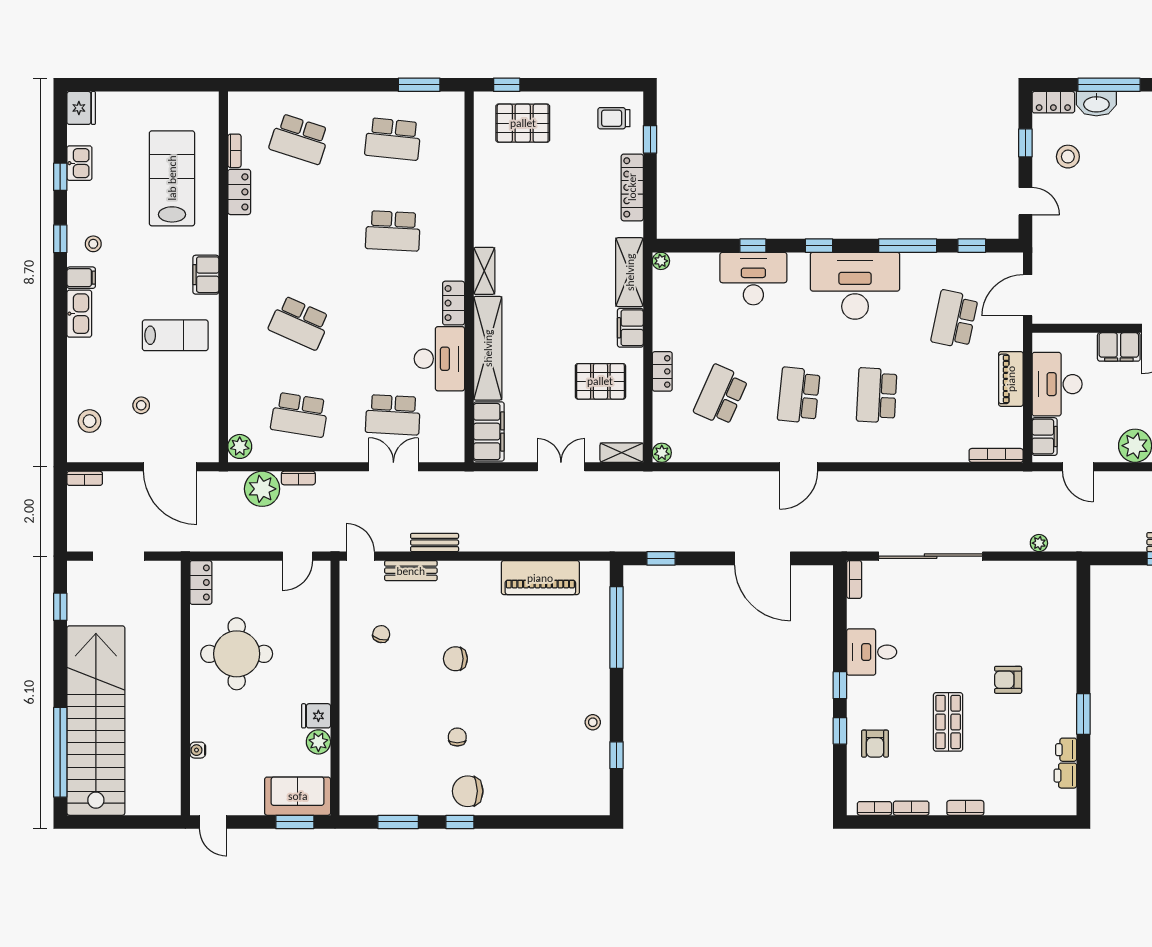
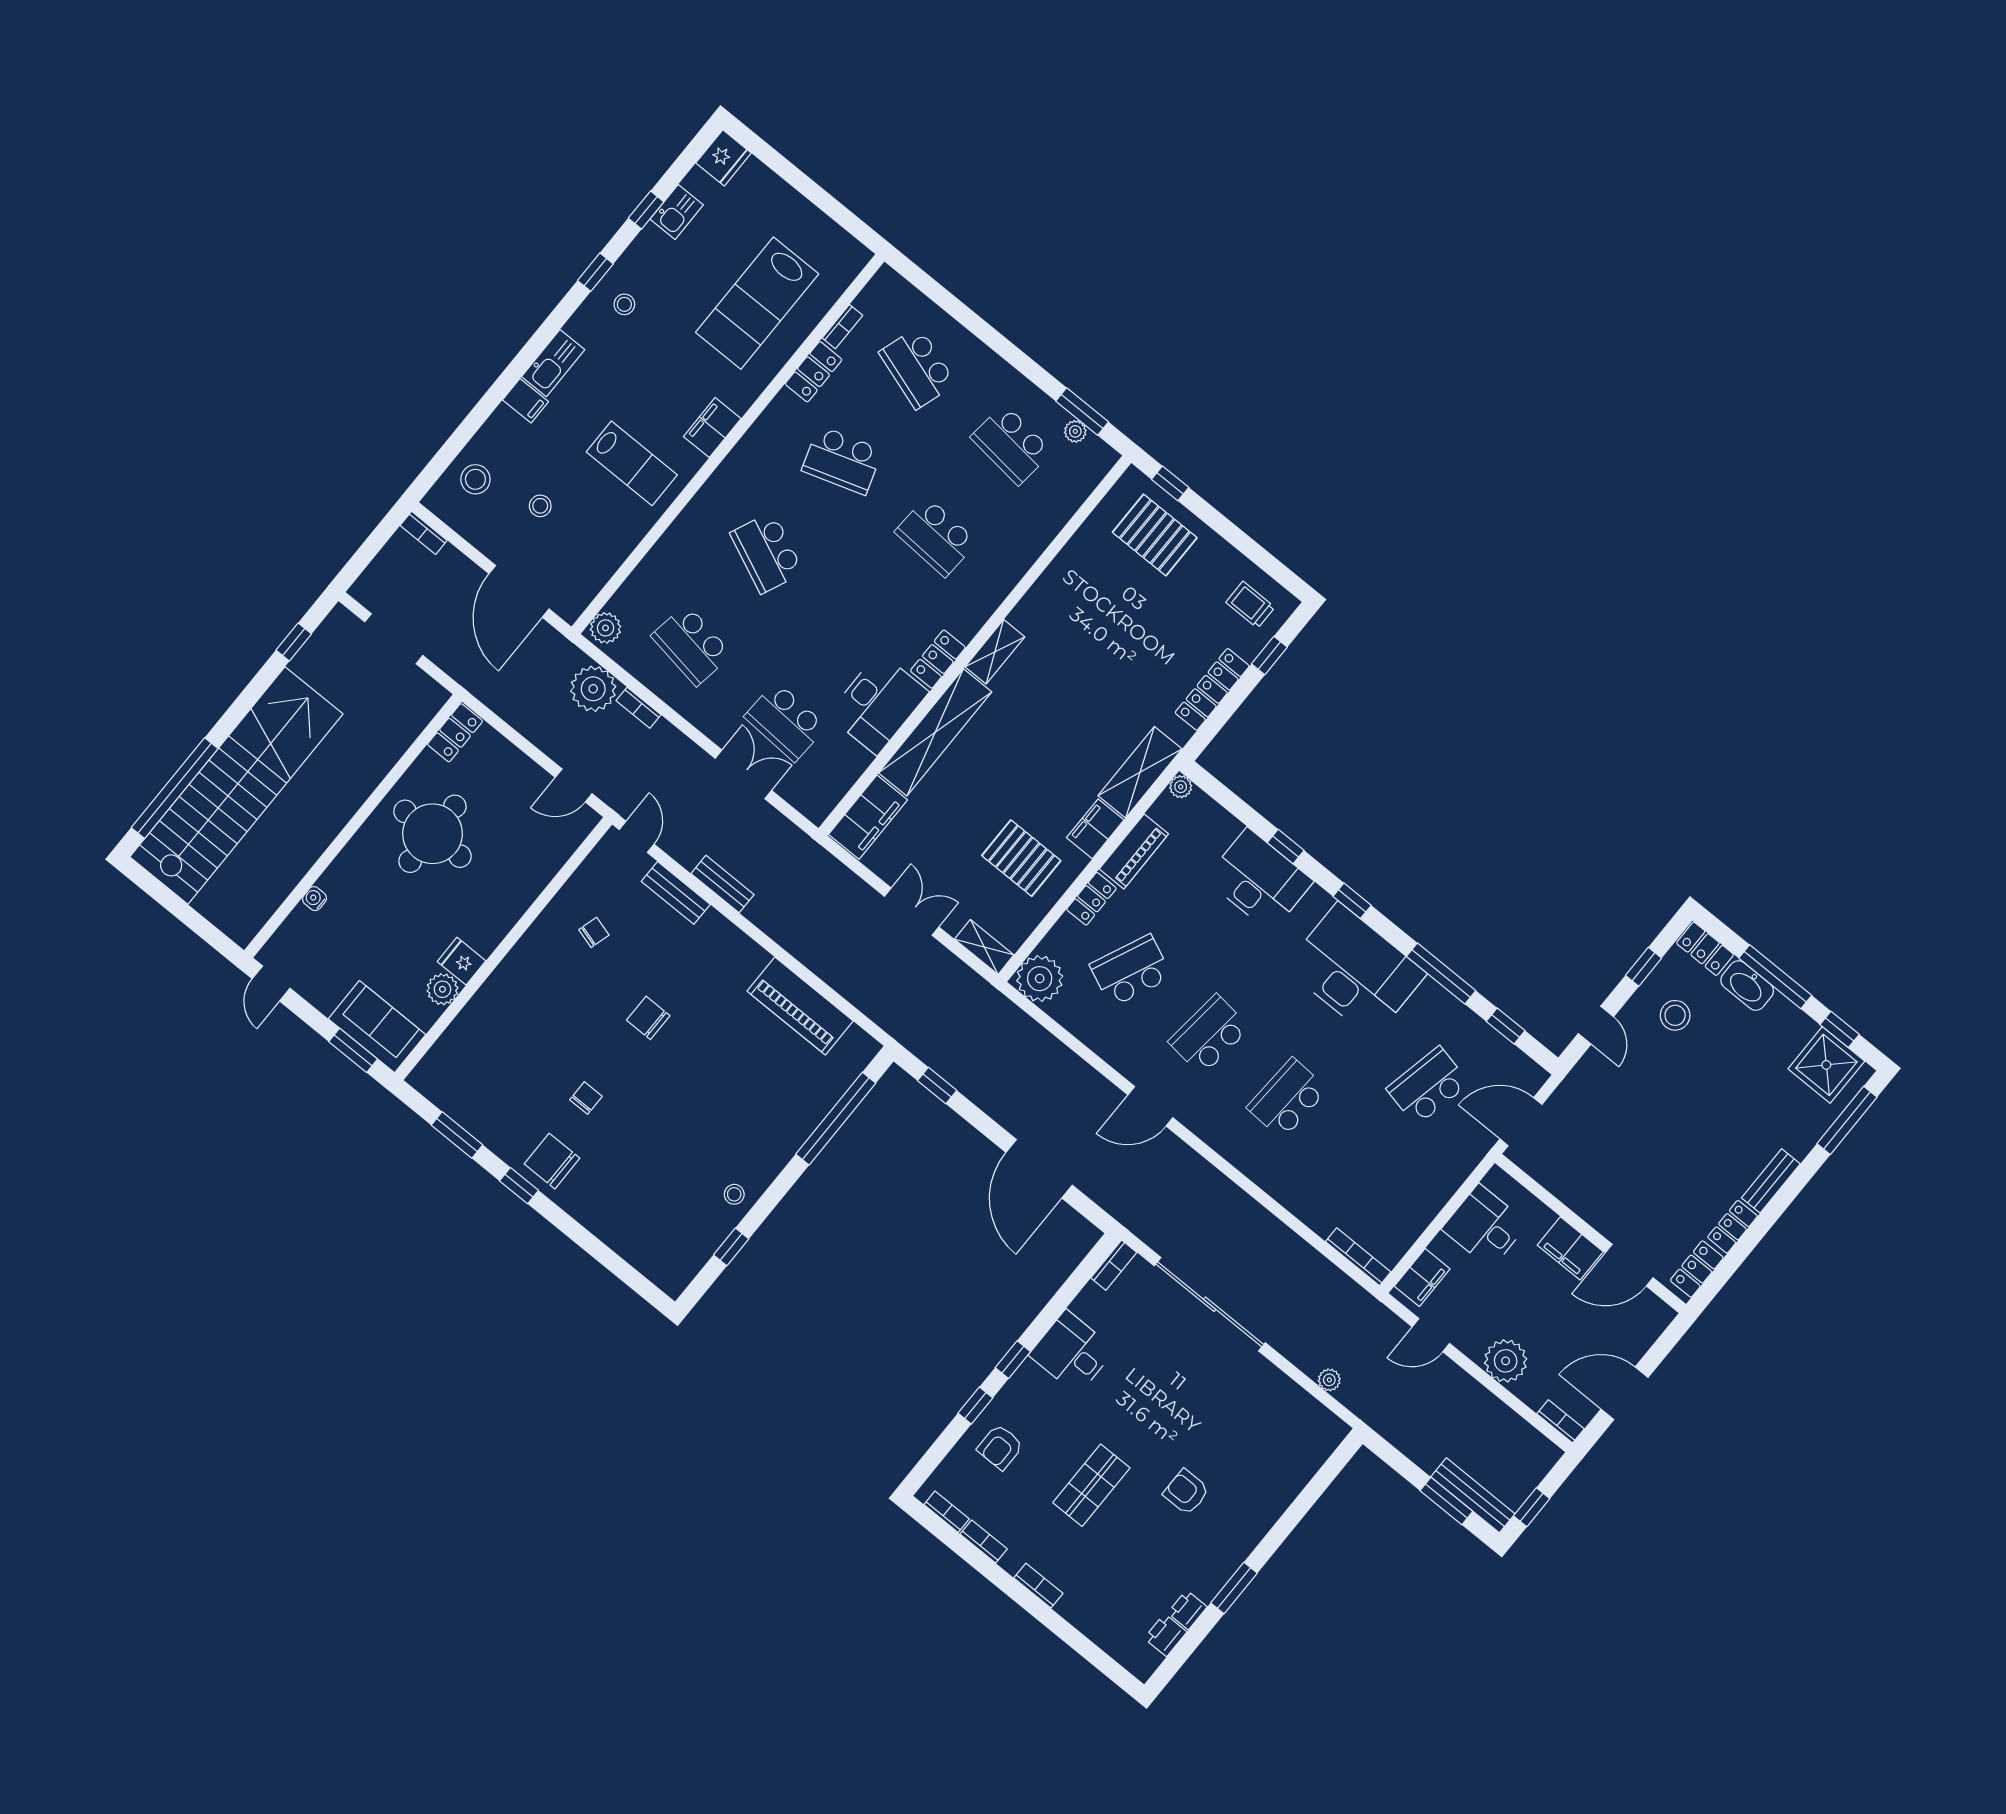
plant: (425, 100) -> (1075, 431), added
lab bench: (172, 178) -> (757, 303), turned 180
school desk: (299, 231) -> (842, 460), added
filing cabinet: (81, 278) -> (526, 401), moved
piano: (1011, 379) -> (1134, 851), moved, turned 180
desk: (1057, 384) -> (1485, 1226), width x0.73
plant: (662, 453) -> (1040, 979), width x1.88, depth x1.88
door: (1078, 467) -> (1431, 1335), hinge flipped

